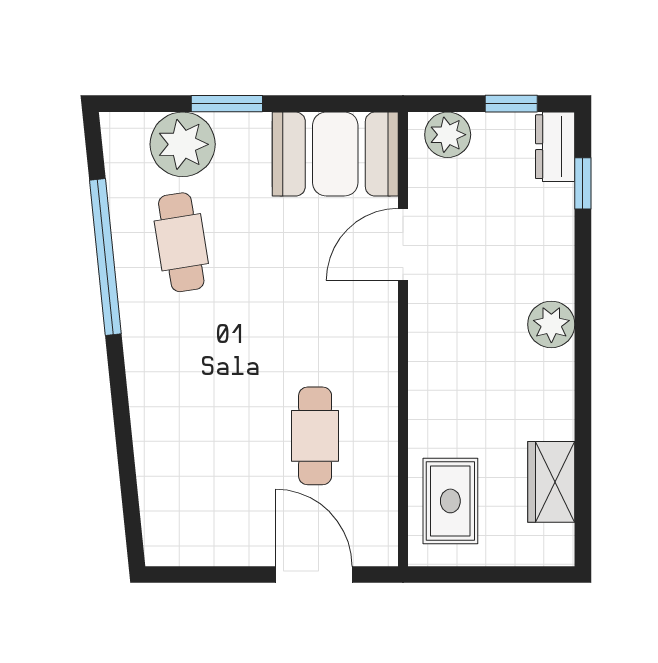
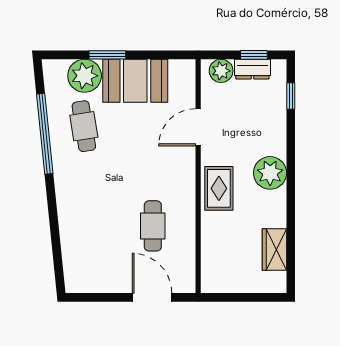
dresser: (555, 147) -> (252, 69), moved, turned -90
booth: (335, 154) -> (135, 81), moved
plant: (551, 324) -> (270, 173), width x1.36, depth x1.36
rug: (450, 501) -> (219, 188), moved

